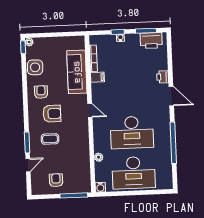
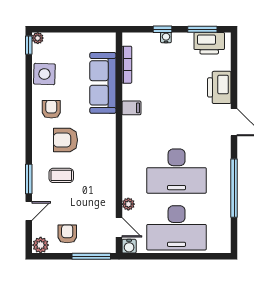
filing cabinet: (97, 77) -> (131, 108), moved
printer: (163, 77) -> (219, 87), width x1.87, depth x1.48
door: (90, 110) -> (119, 227), moved
armchair: (52, 114) -> (65, 140), turned 180
plant: (37, 189) -> (41, 245), added

